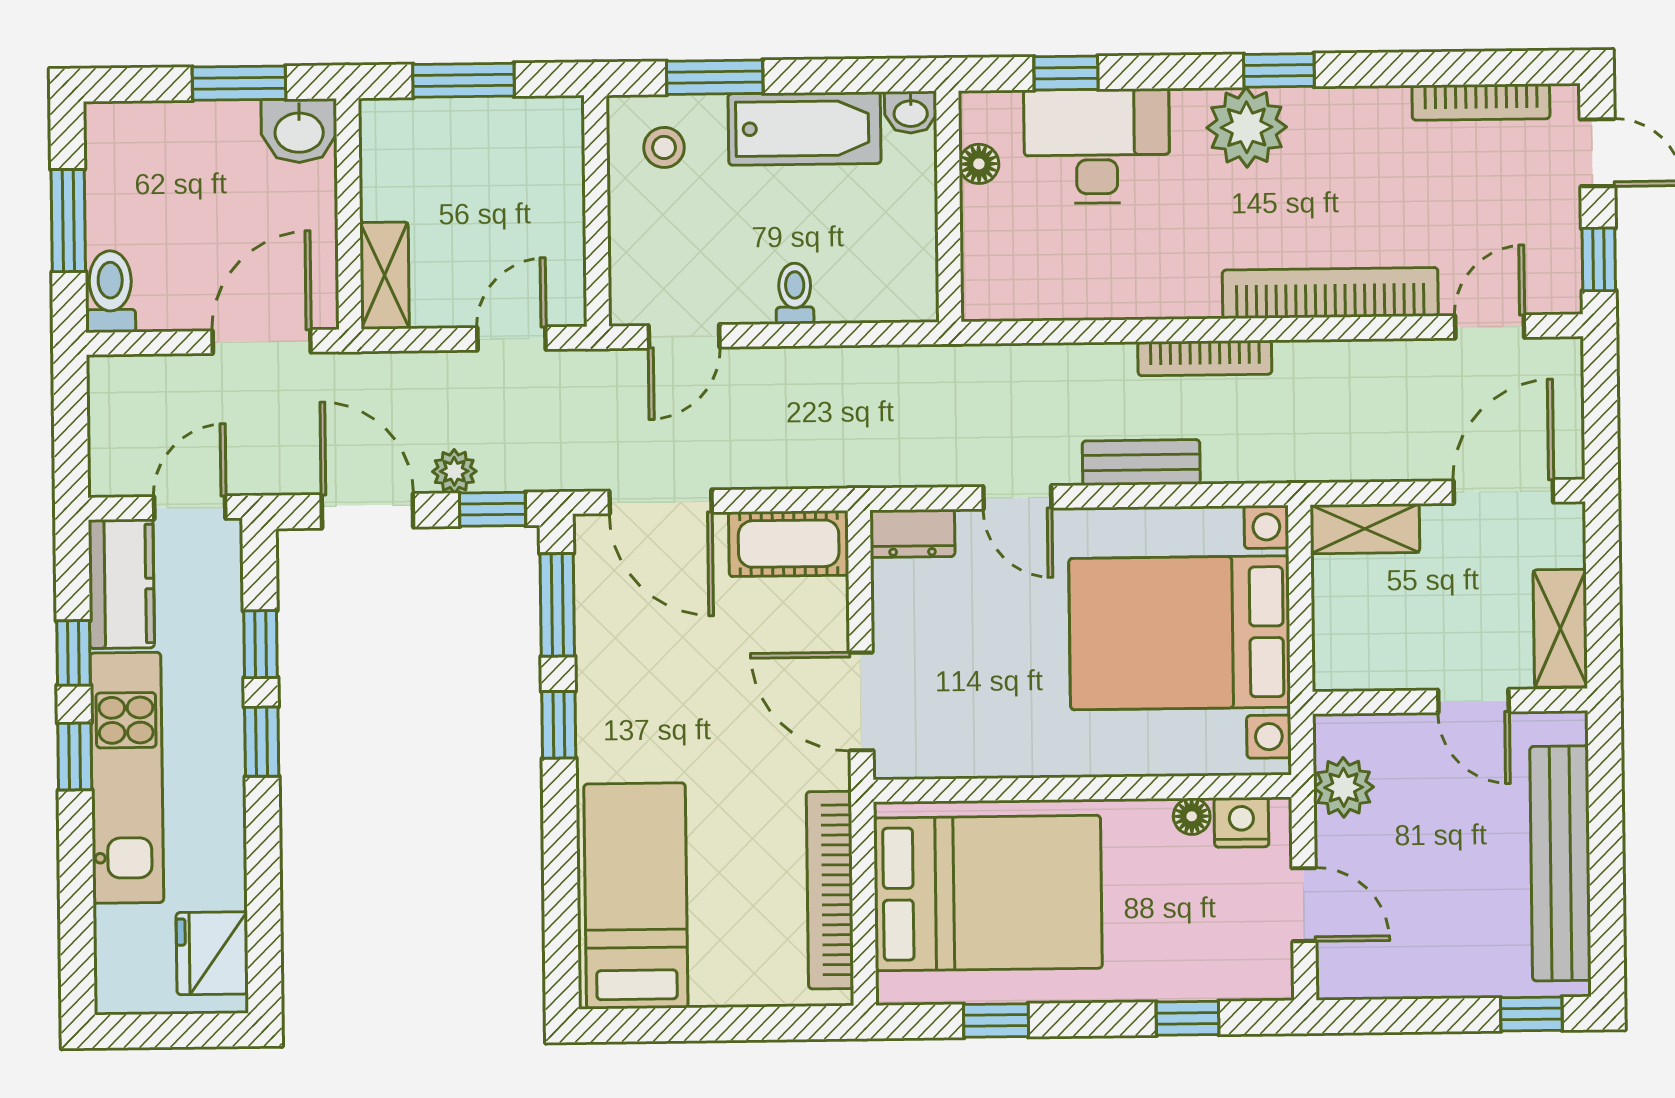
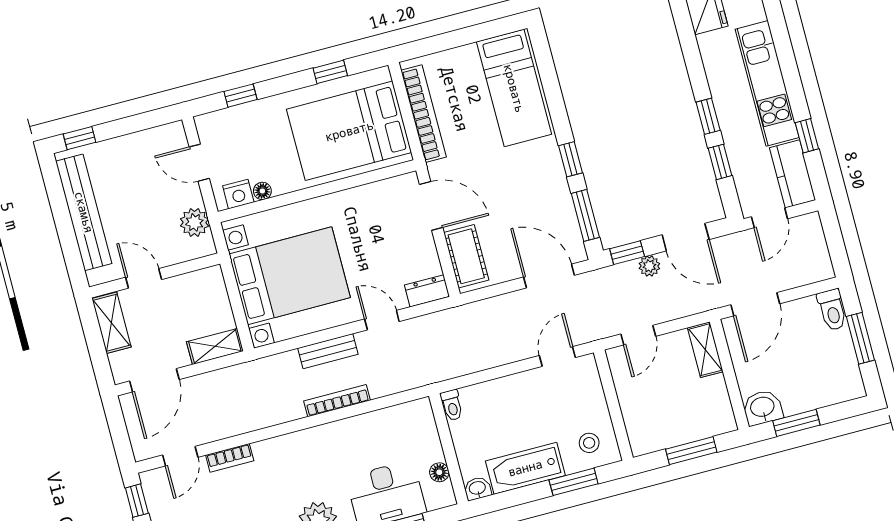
bookcase: (1330, 293) -> (230, 458), width x0.43, depth x0.76
toilet: (795, 294) -> (452, 405), moved
bookcase: (1205, 358) -> (337, 401), moved
cot: (789, 544) -> (466, 256), moved, turned 90
window: (75, 757) -> (794, 87), removed

